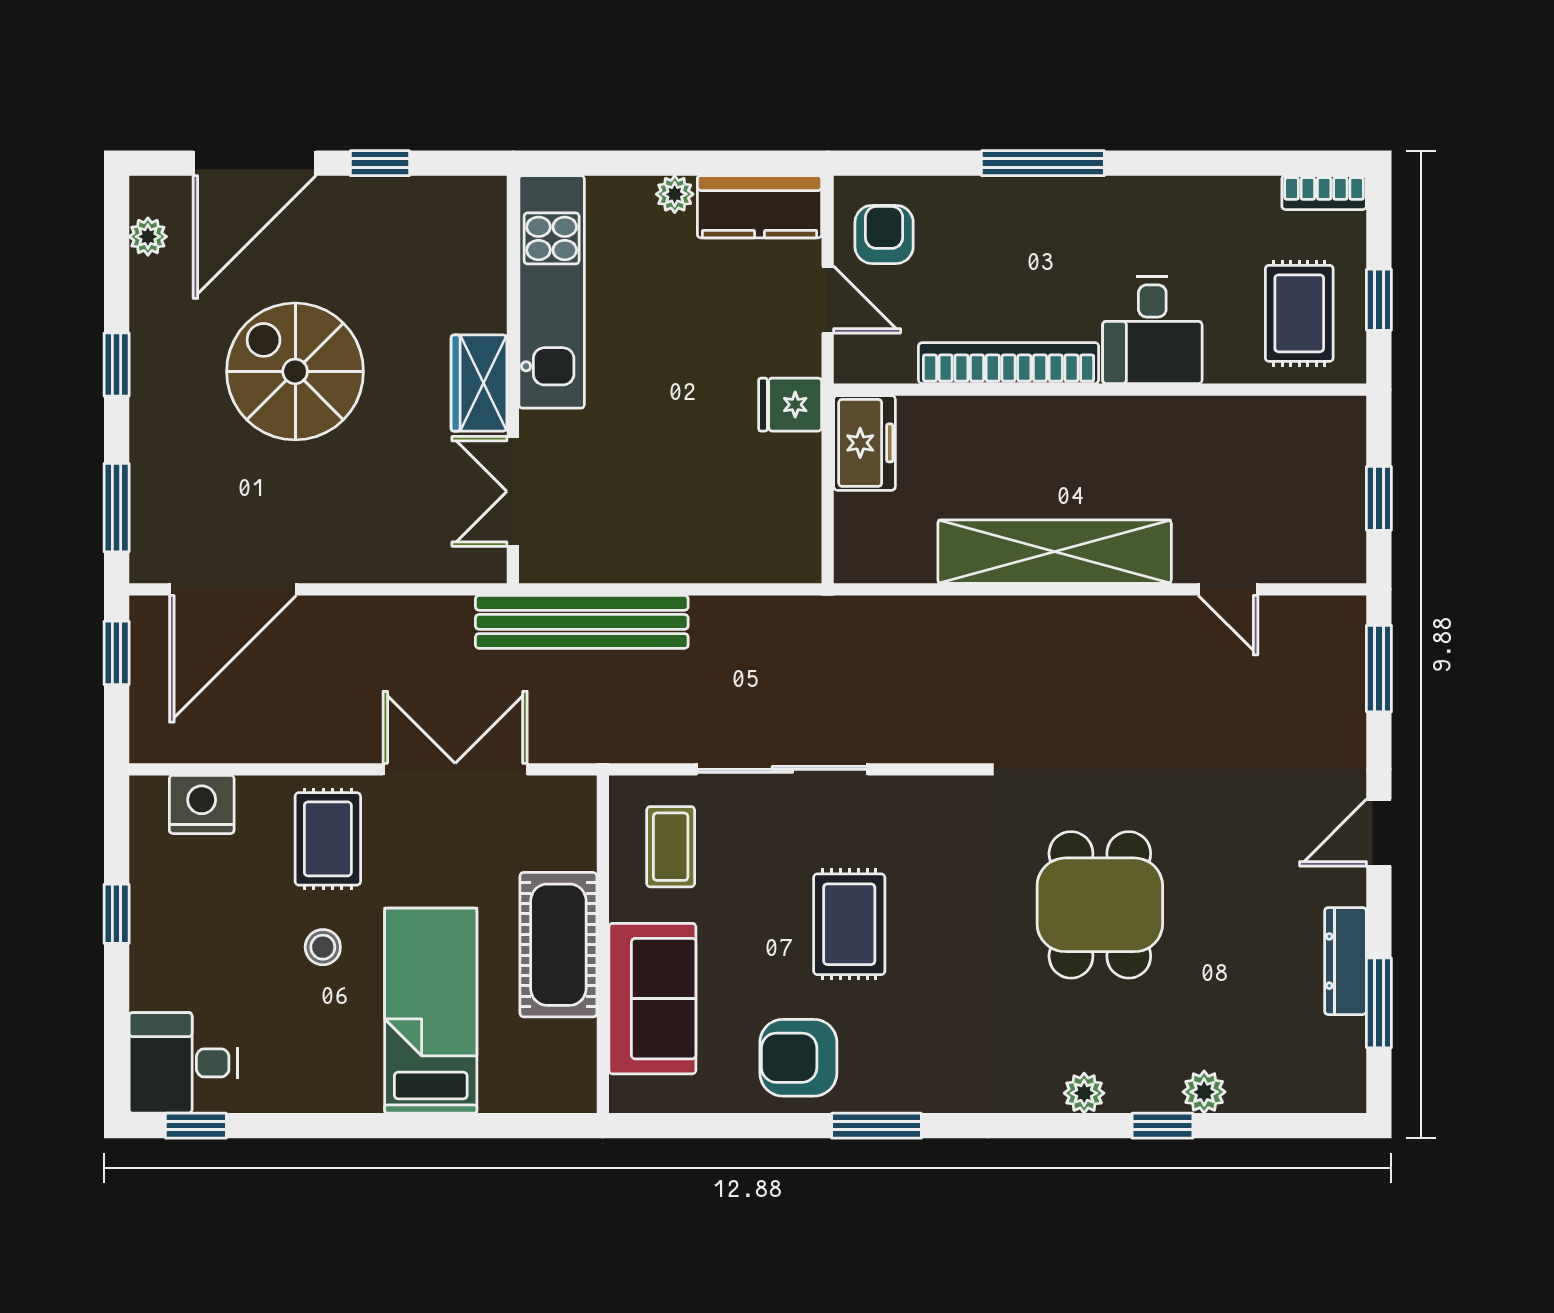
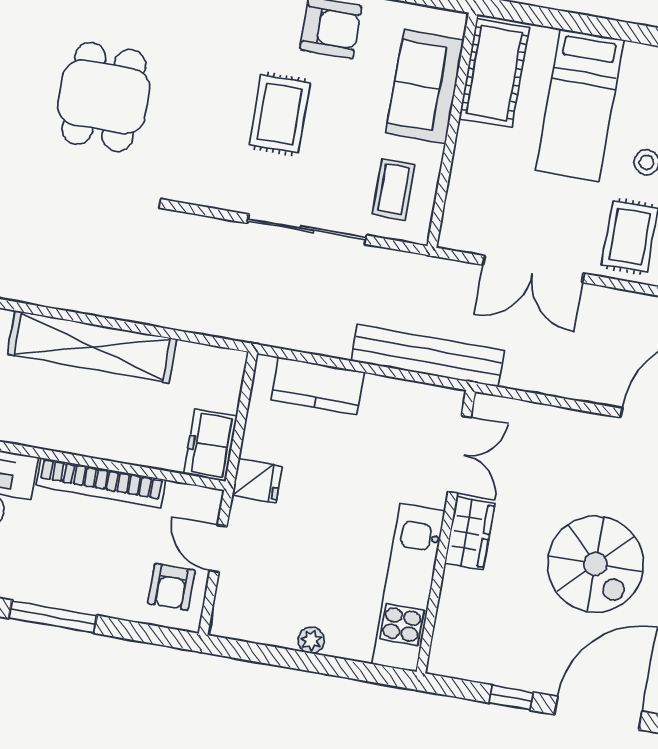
kitchen counter: (760, 207) -> (318, 386), moved, turned 180
cot: (558, 945) -> (494, 73), moved

